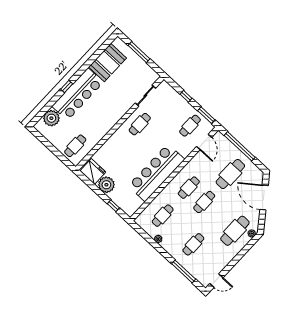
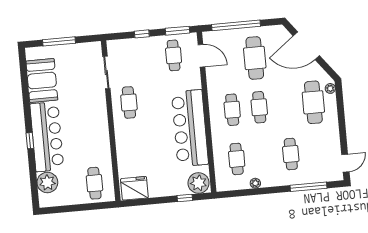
plant: (106, 185) -> (199, 183), moved

